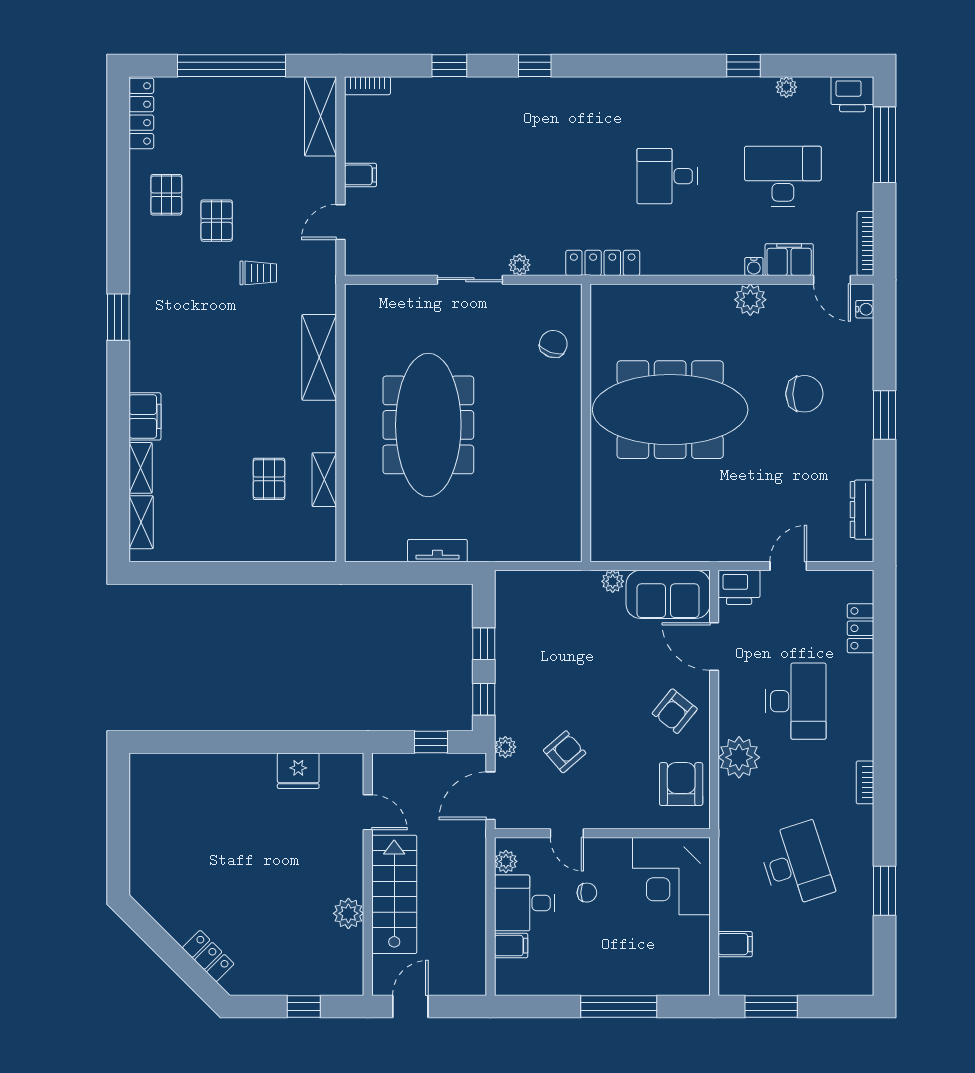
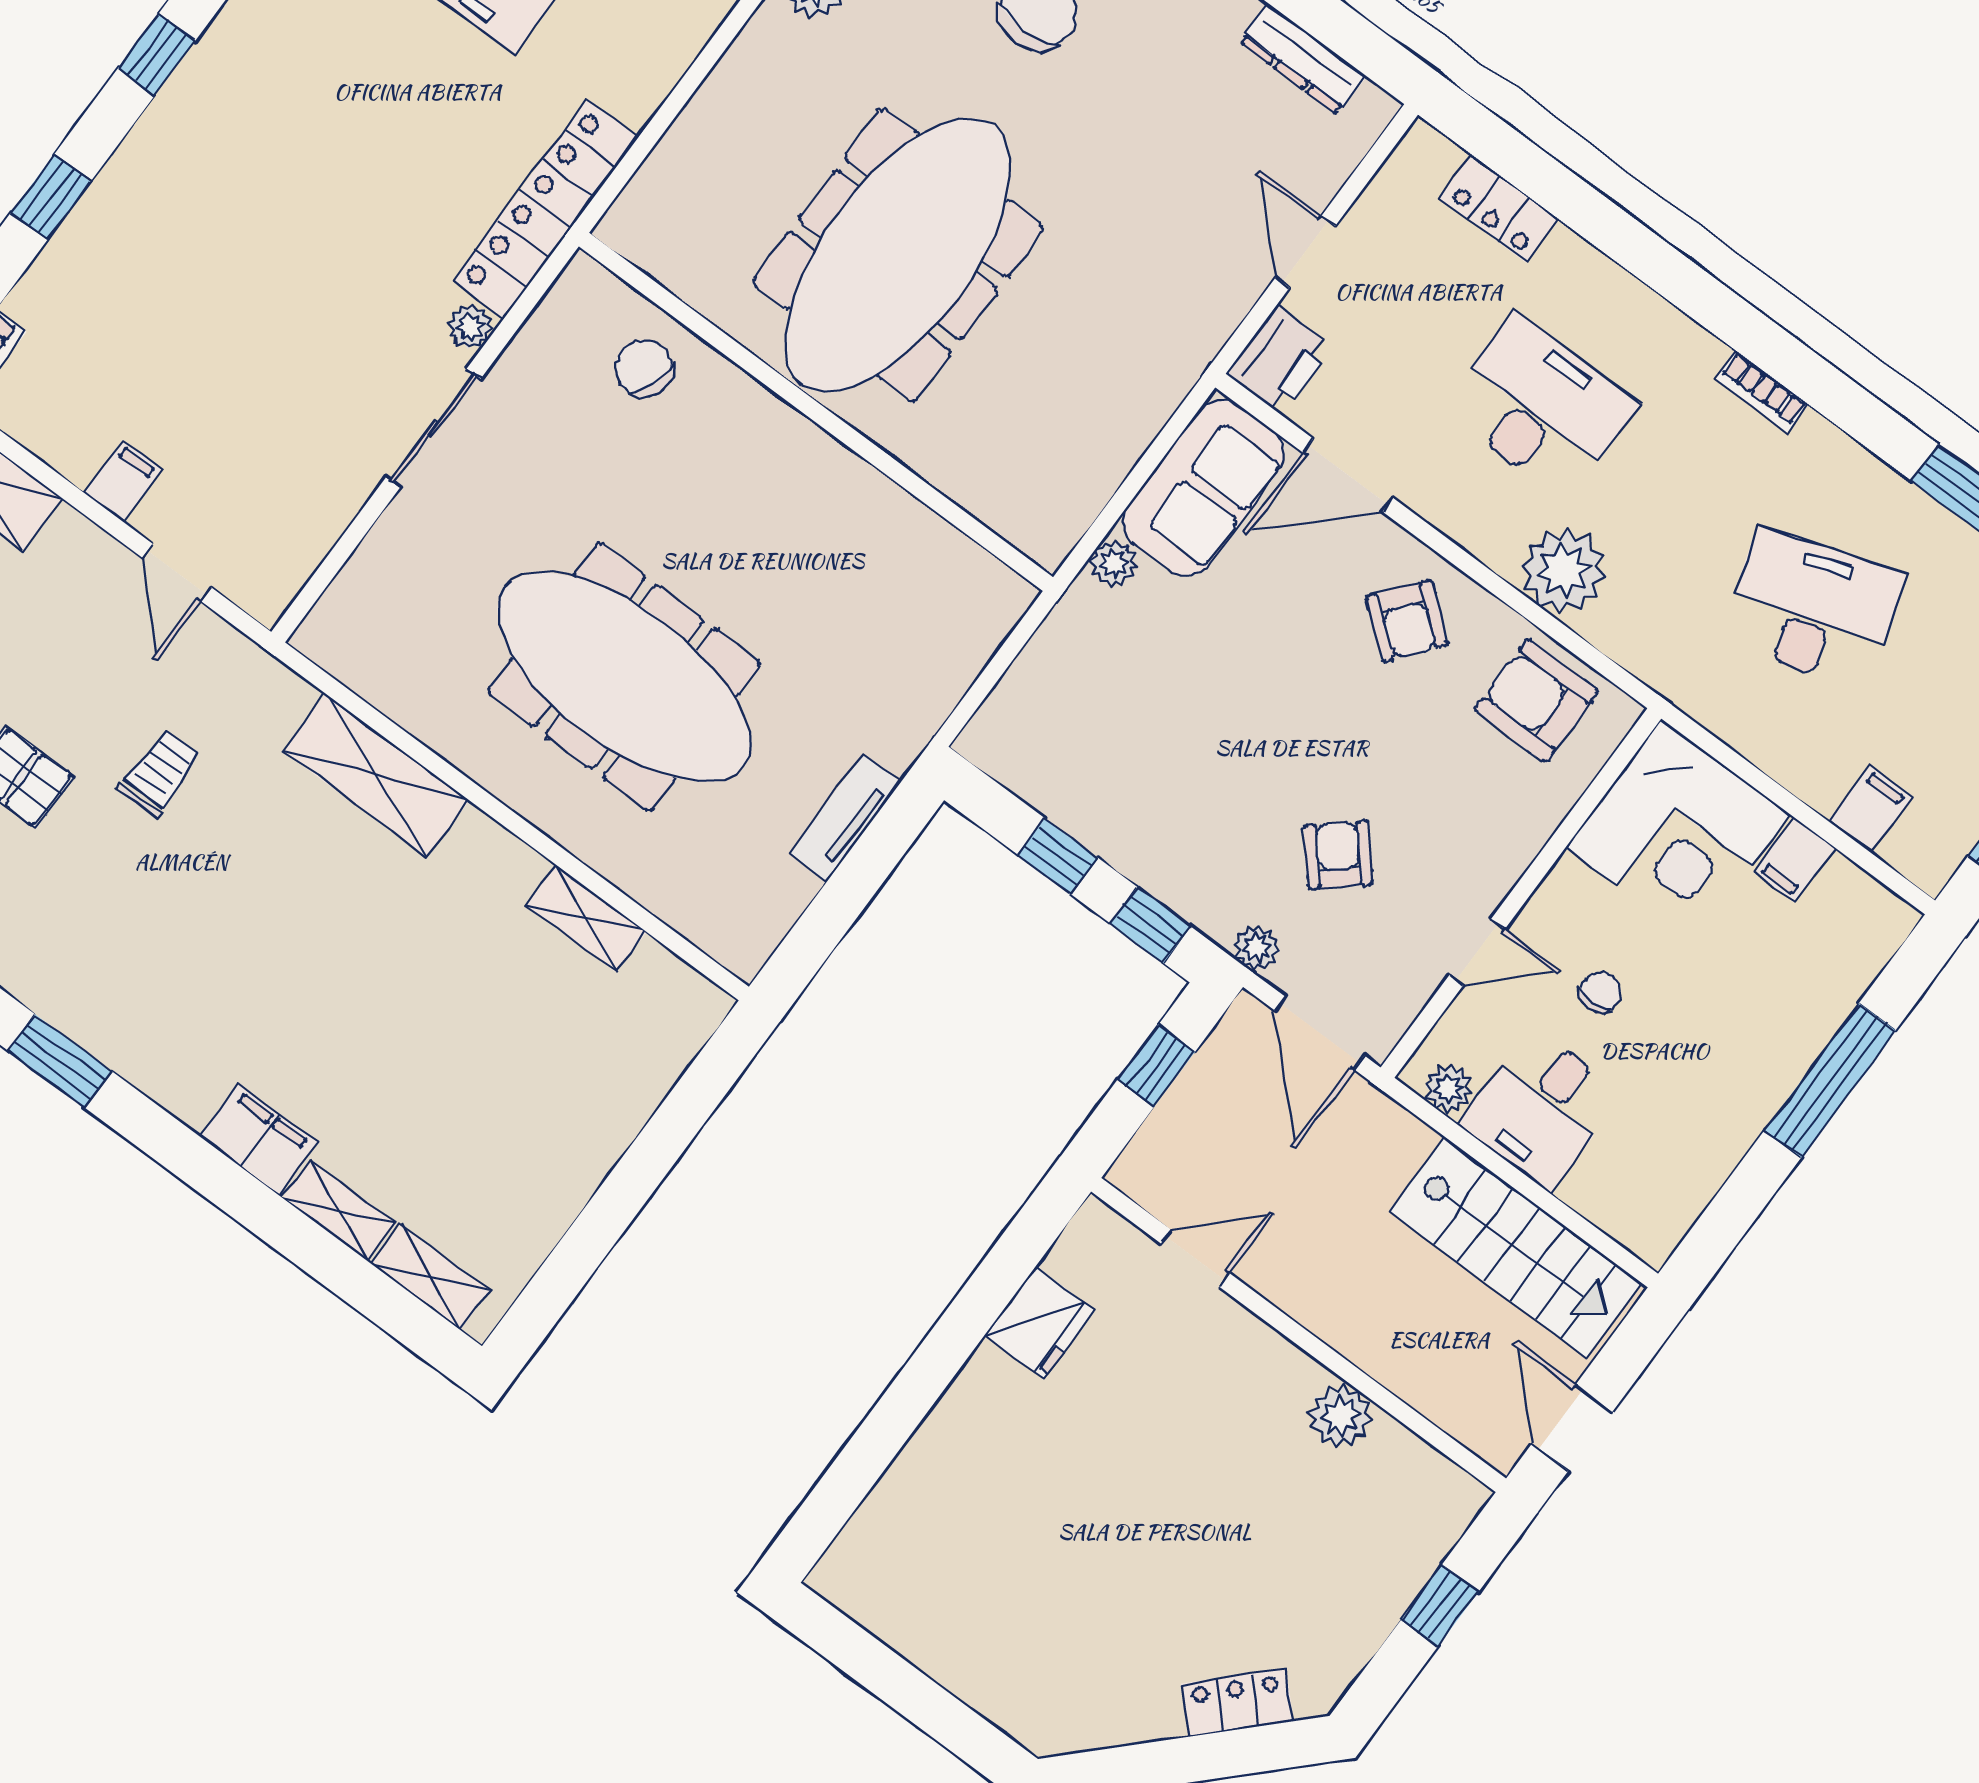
locker: (603, 263) -> (546, 209), width x1.41, depth x1.21
pallet: (269, 479) -> (517, 1010), removed
stairs: (394, 894) -> (1516, 1247), moved, turned 180
filing cabinet: (511, 946) -> (1794, 860), moved, turned 180

